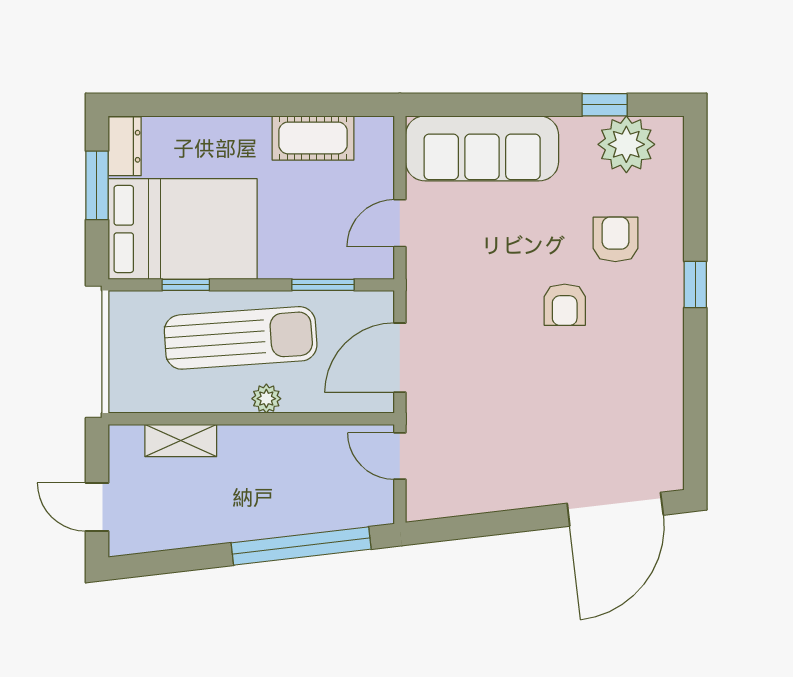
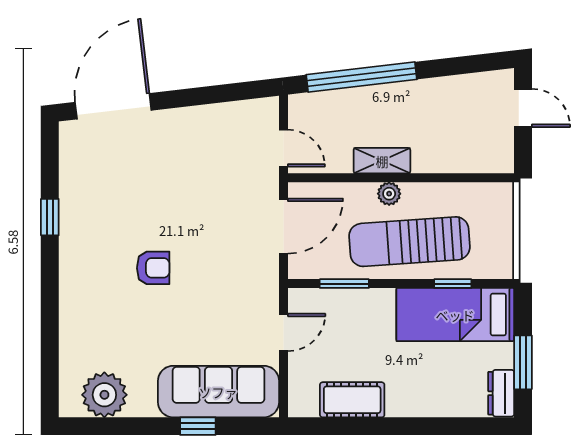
window: (605, 105) -> (198, 426), moved
bed: (183, 229) -> (455, 315), width x0.67
armchair: (615, 239) -> (113, 320), removed
window: (695, 285) -> (50, 217), moved
armchair: (565, 305) -> (153, 268), turned 90
shelving: (181, 440) -> (382, 161), moved

